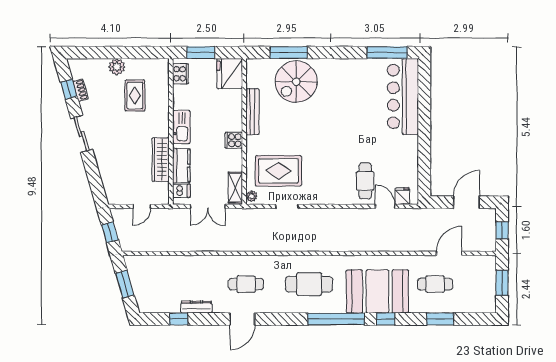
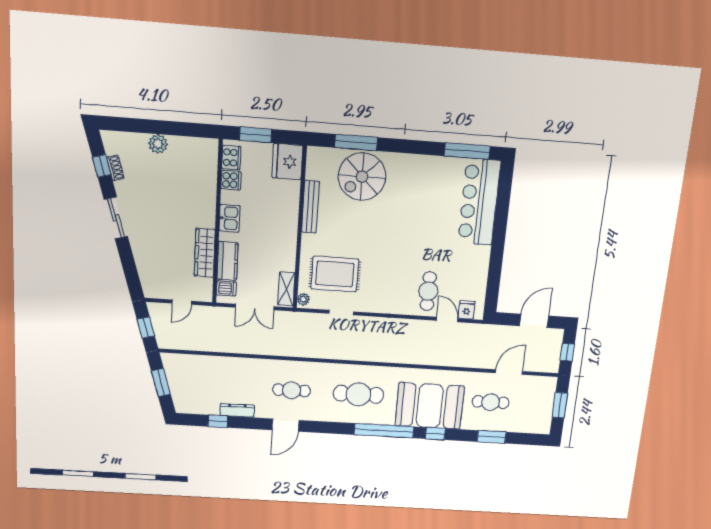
rug: (135, 96) -> (178, 179), removed
kitchen sink: (181, 127) -> (230, 218), width x0.73
cooker: (234, 140) -> (231, 180), moved, turned 180

